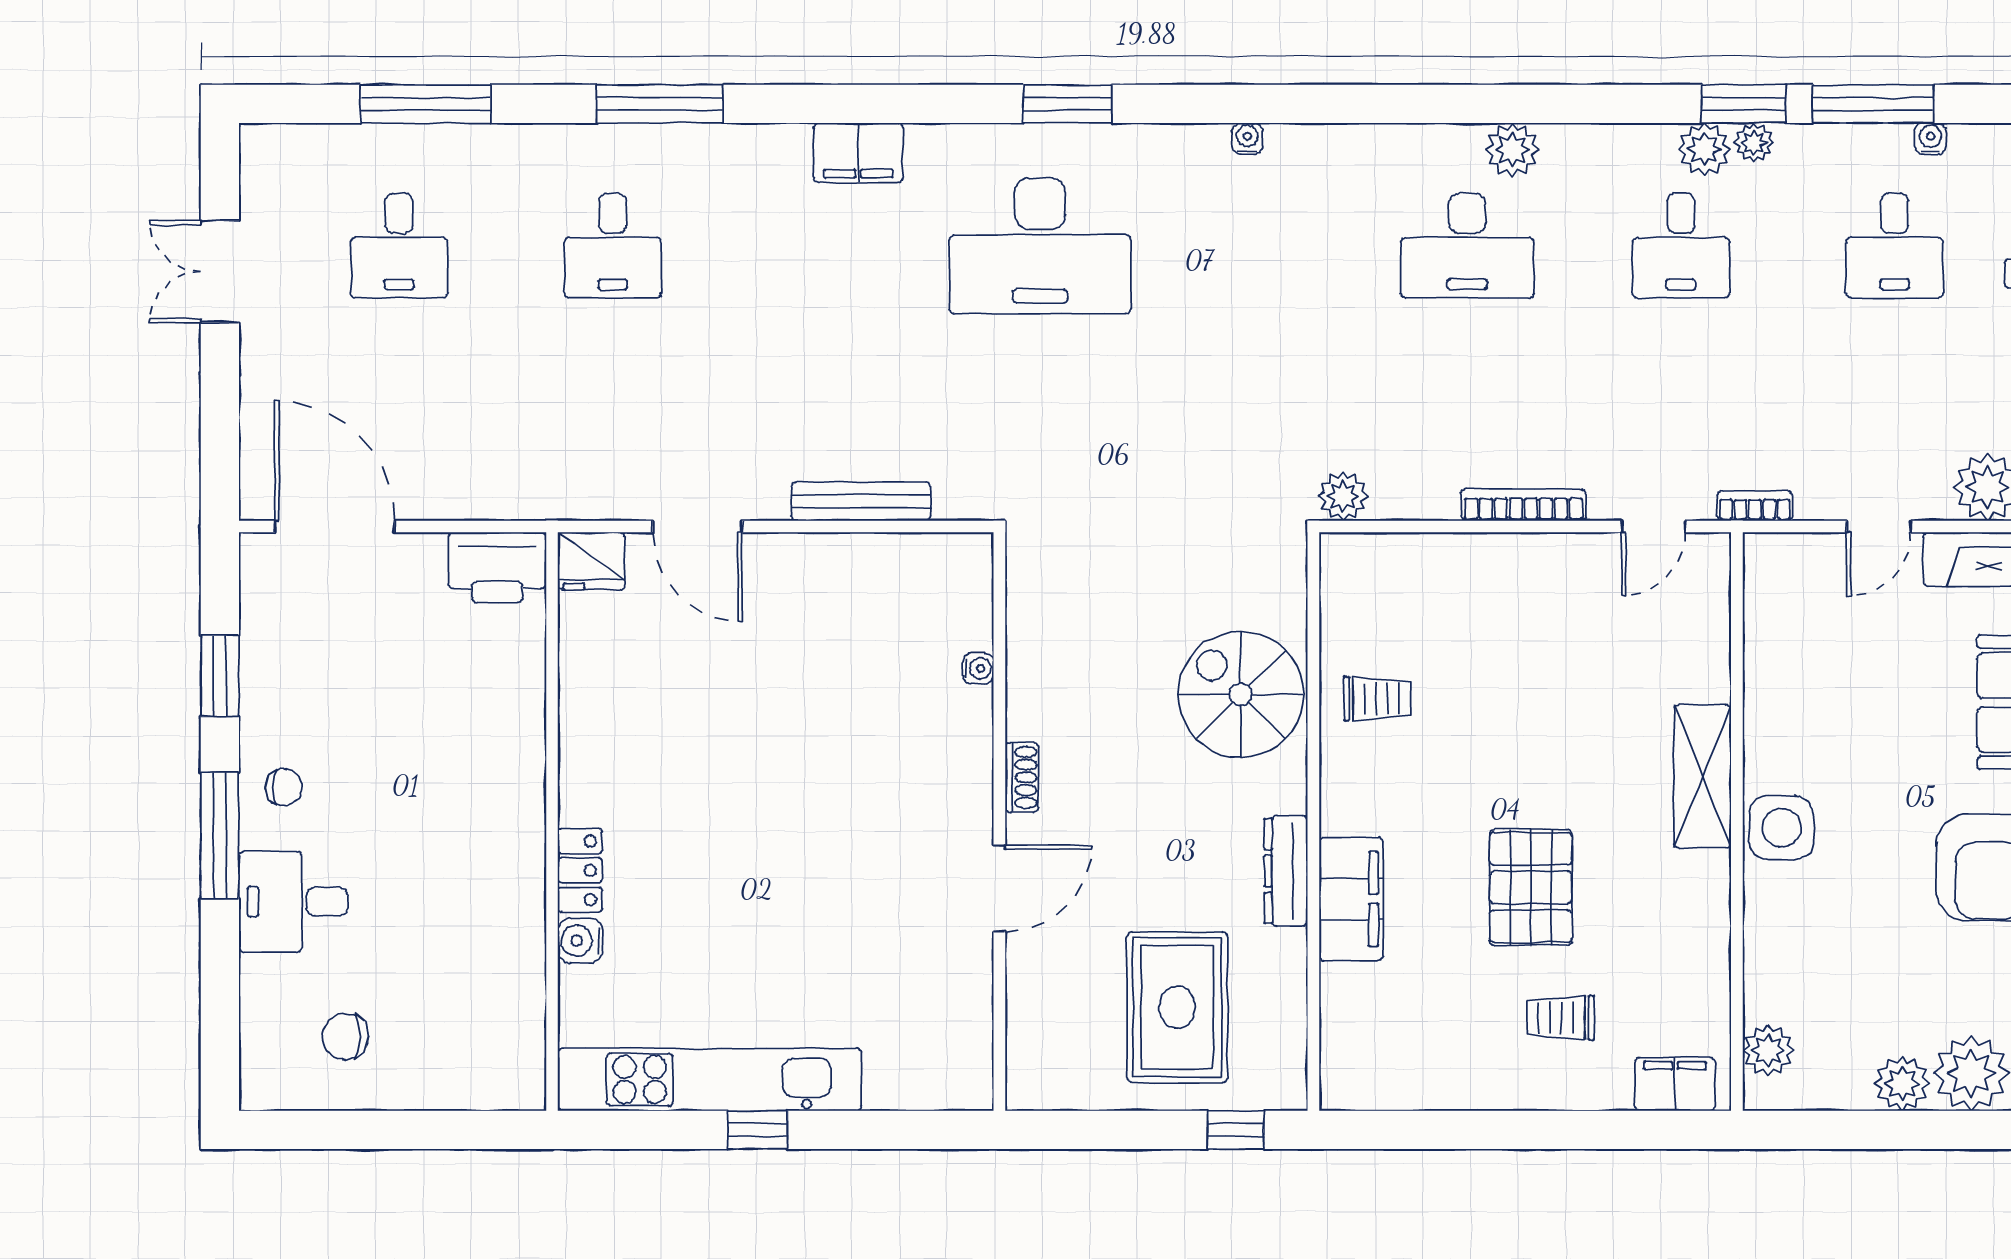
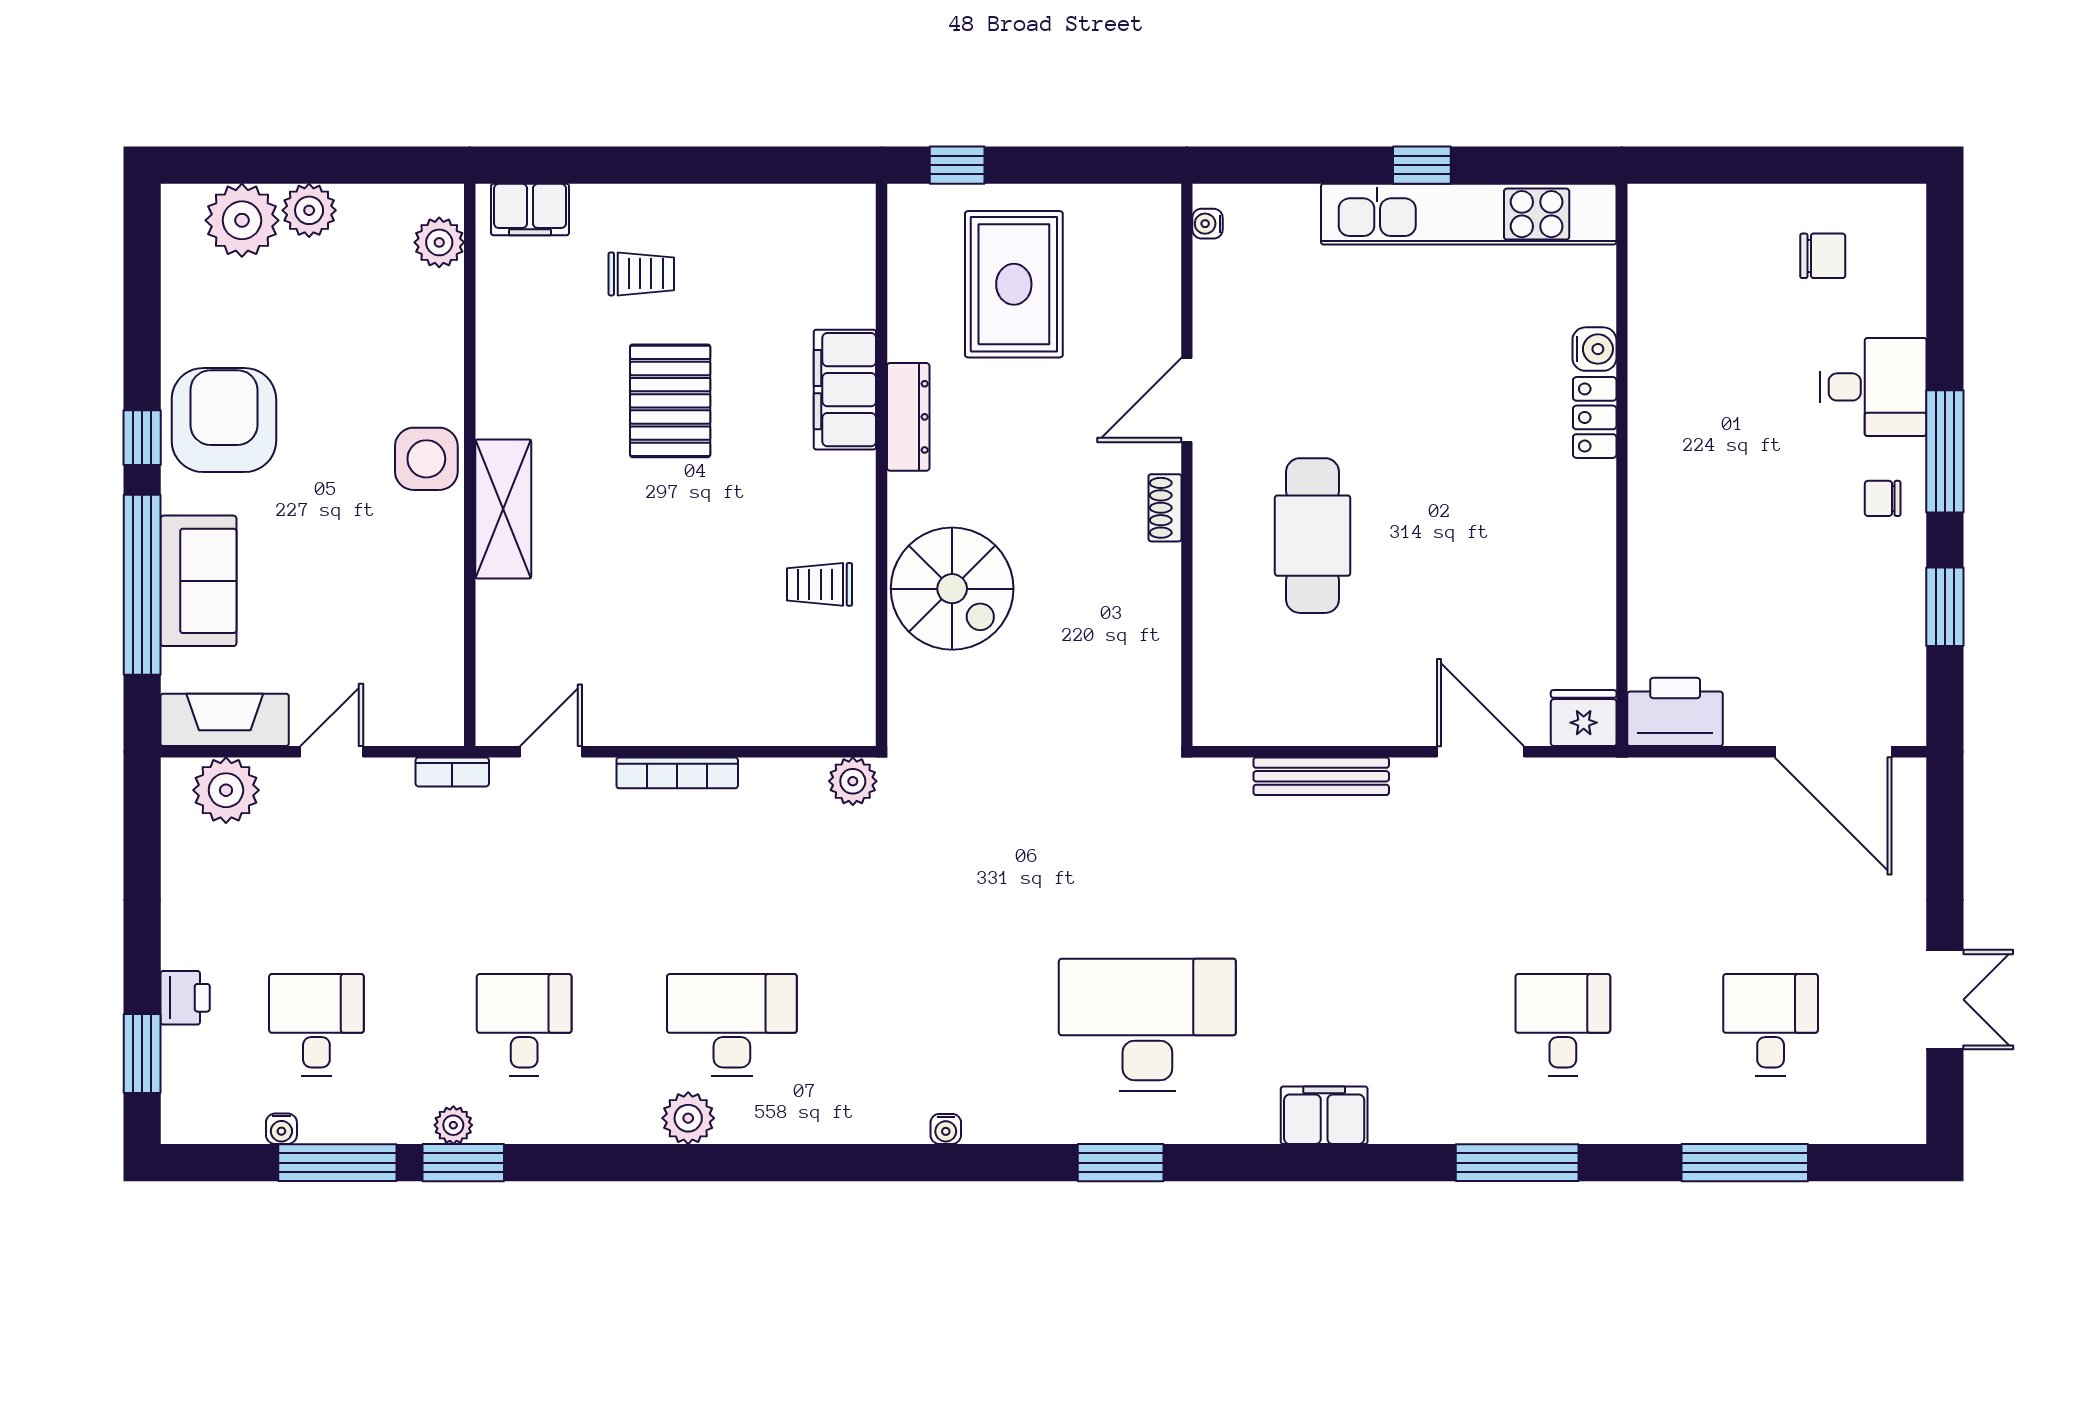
plant: (1704, 149) -> (501, 1119), removed
water cooler: (978, 668) -> (1207, 224), moved
cafe table: (870, 749) -> (1313, 536), added

